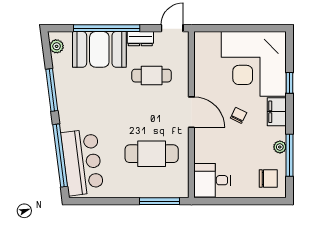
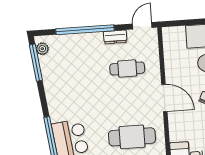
booth: (99, 49) -> (80, 49), removed
window: (52, 90) -> (36, 63), moved

